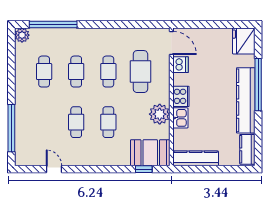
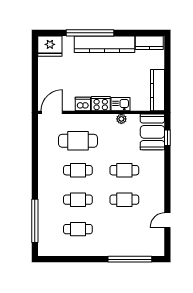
plant: (22, 35) -> (45, 249), removed
dishwasher: (181, 65) -> (83, 104), moved
plant: (160, 114) -> (121, 119), width x0.53, depth x0.53

